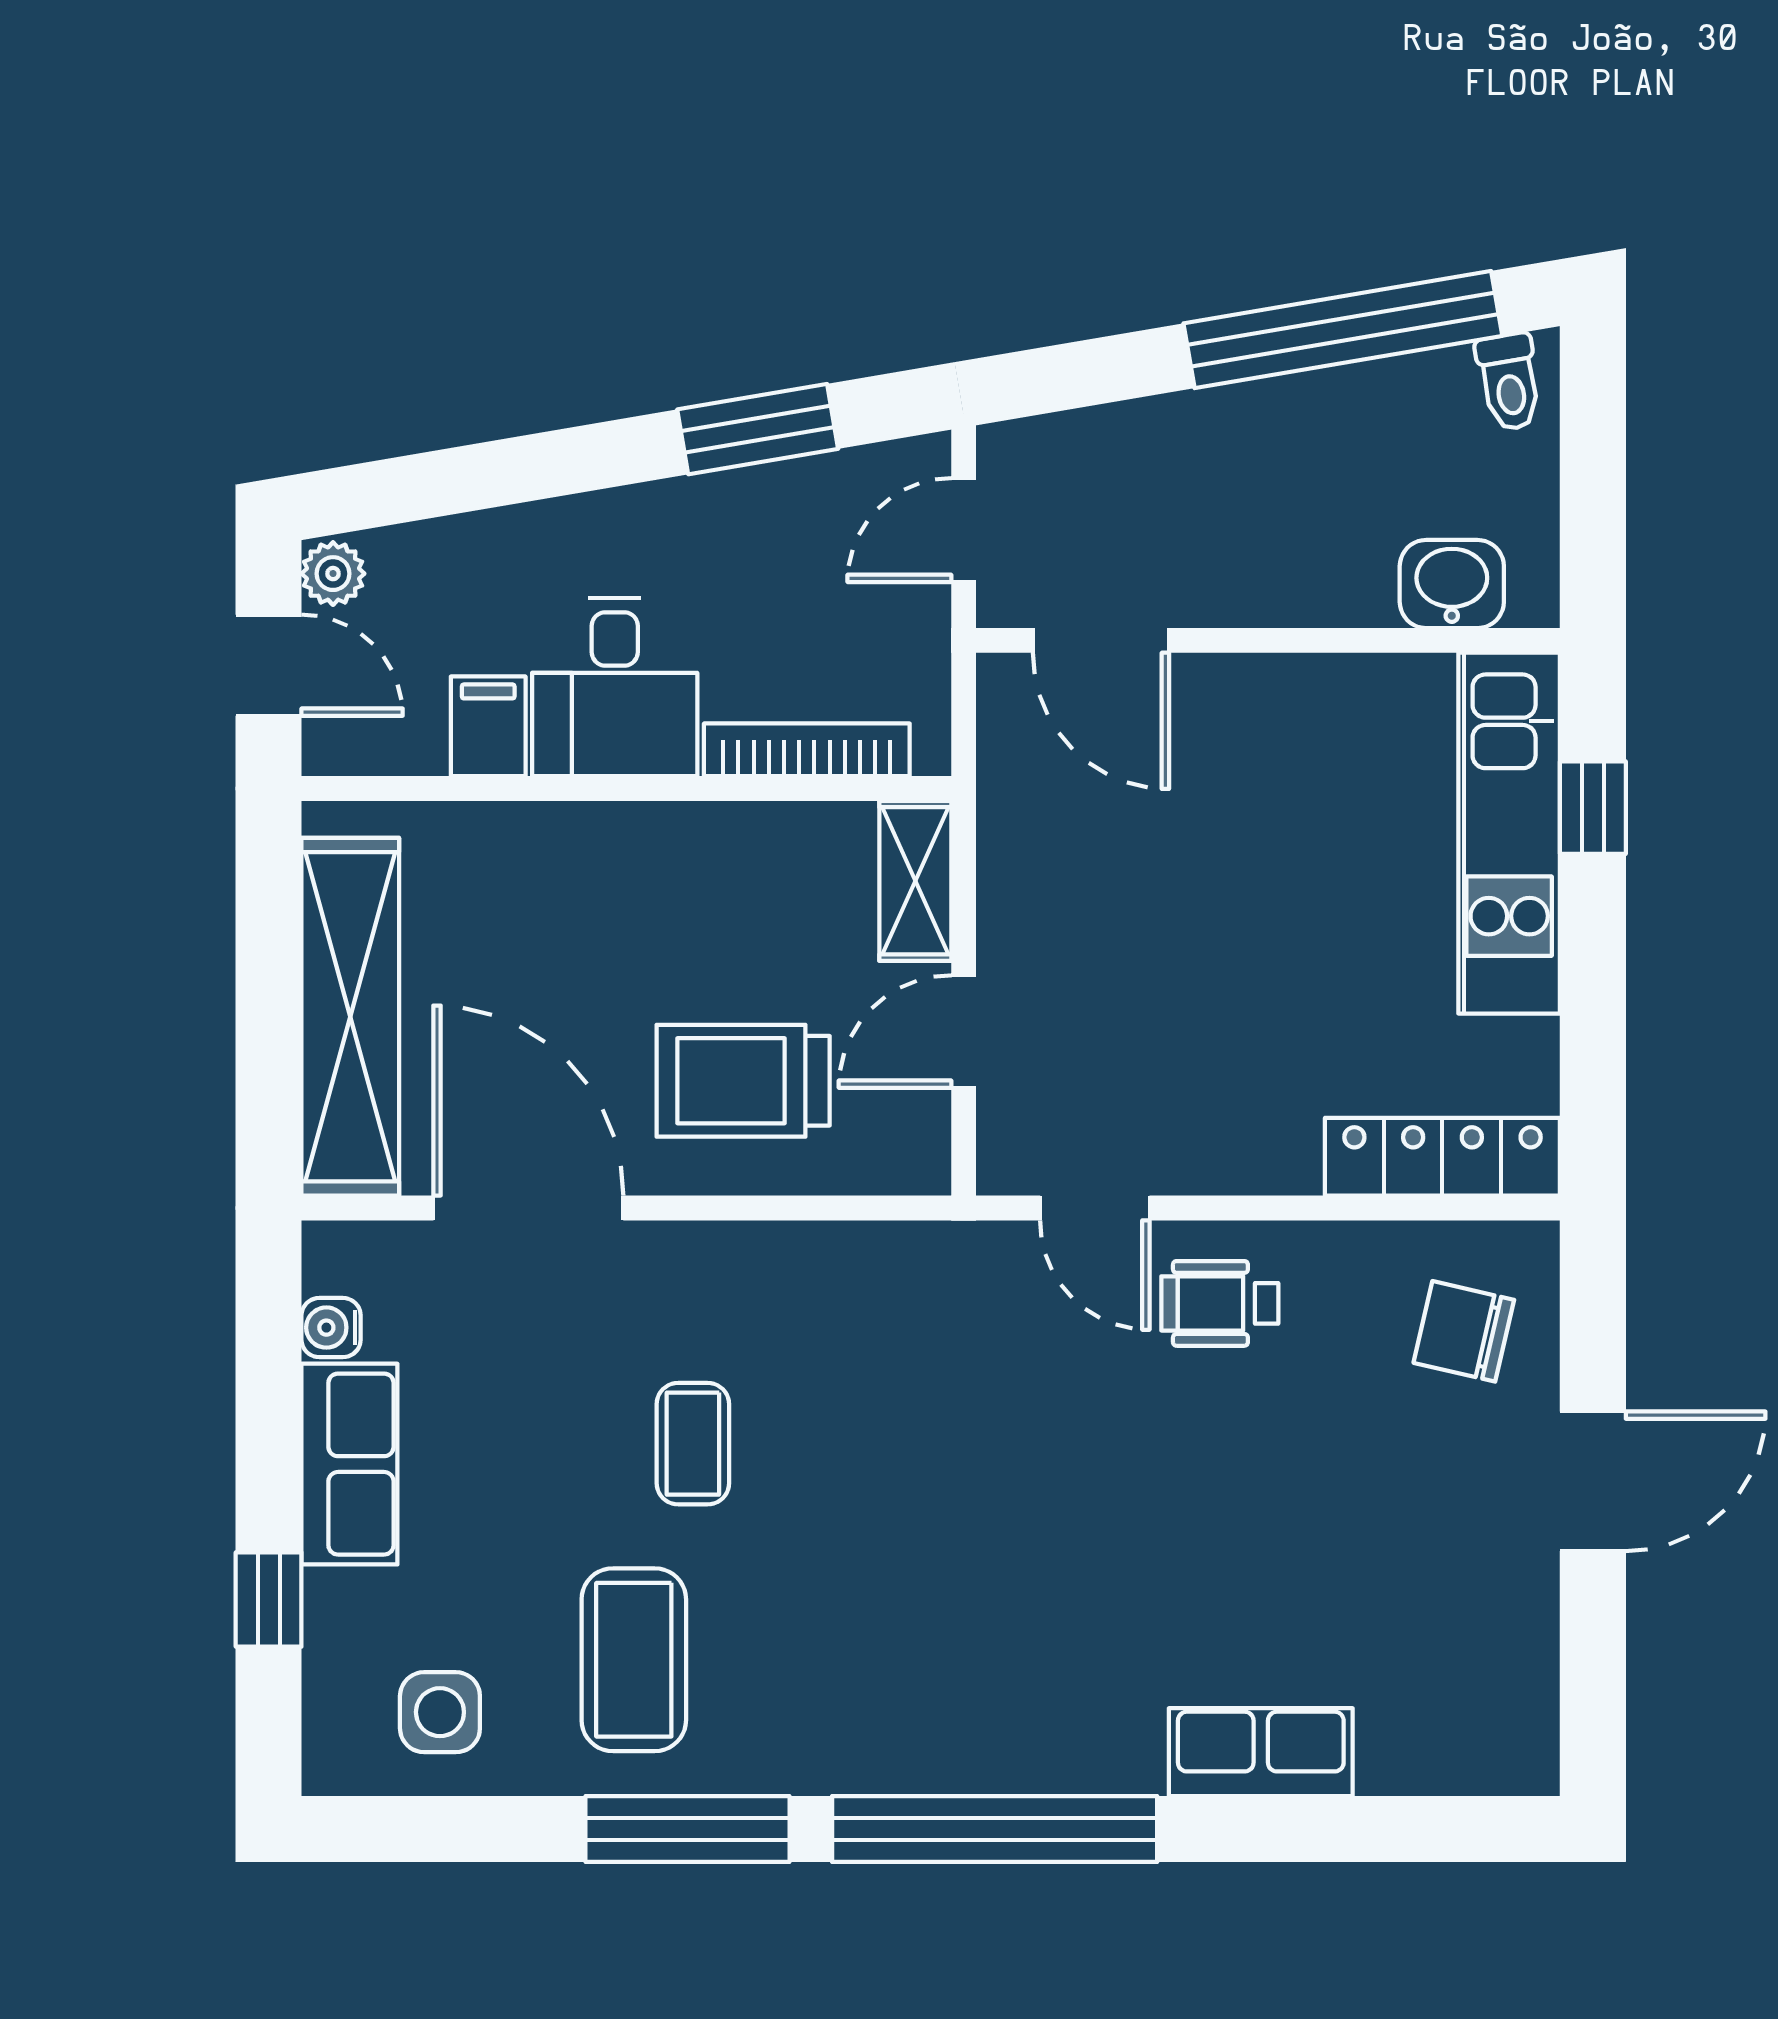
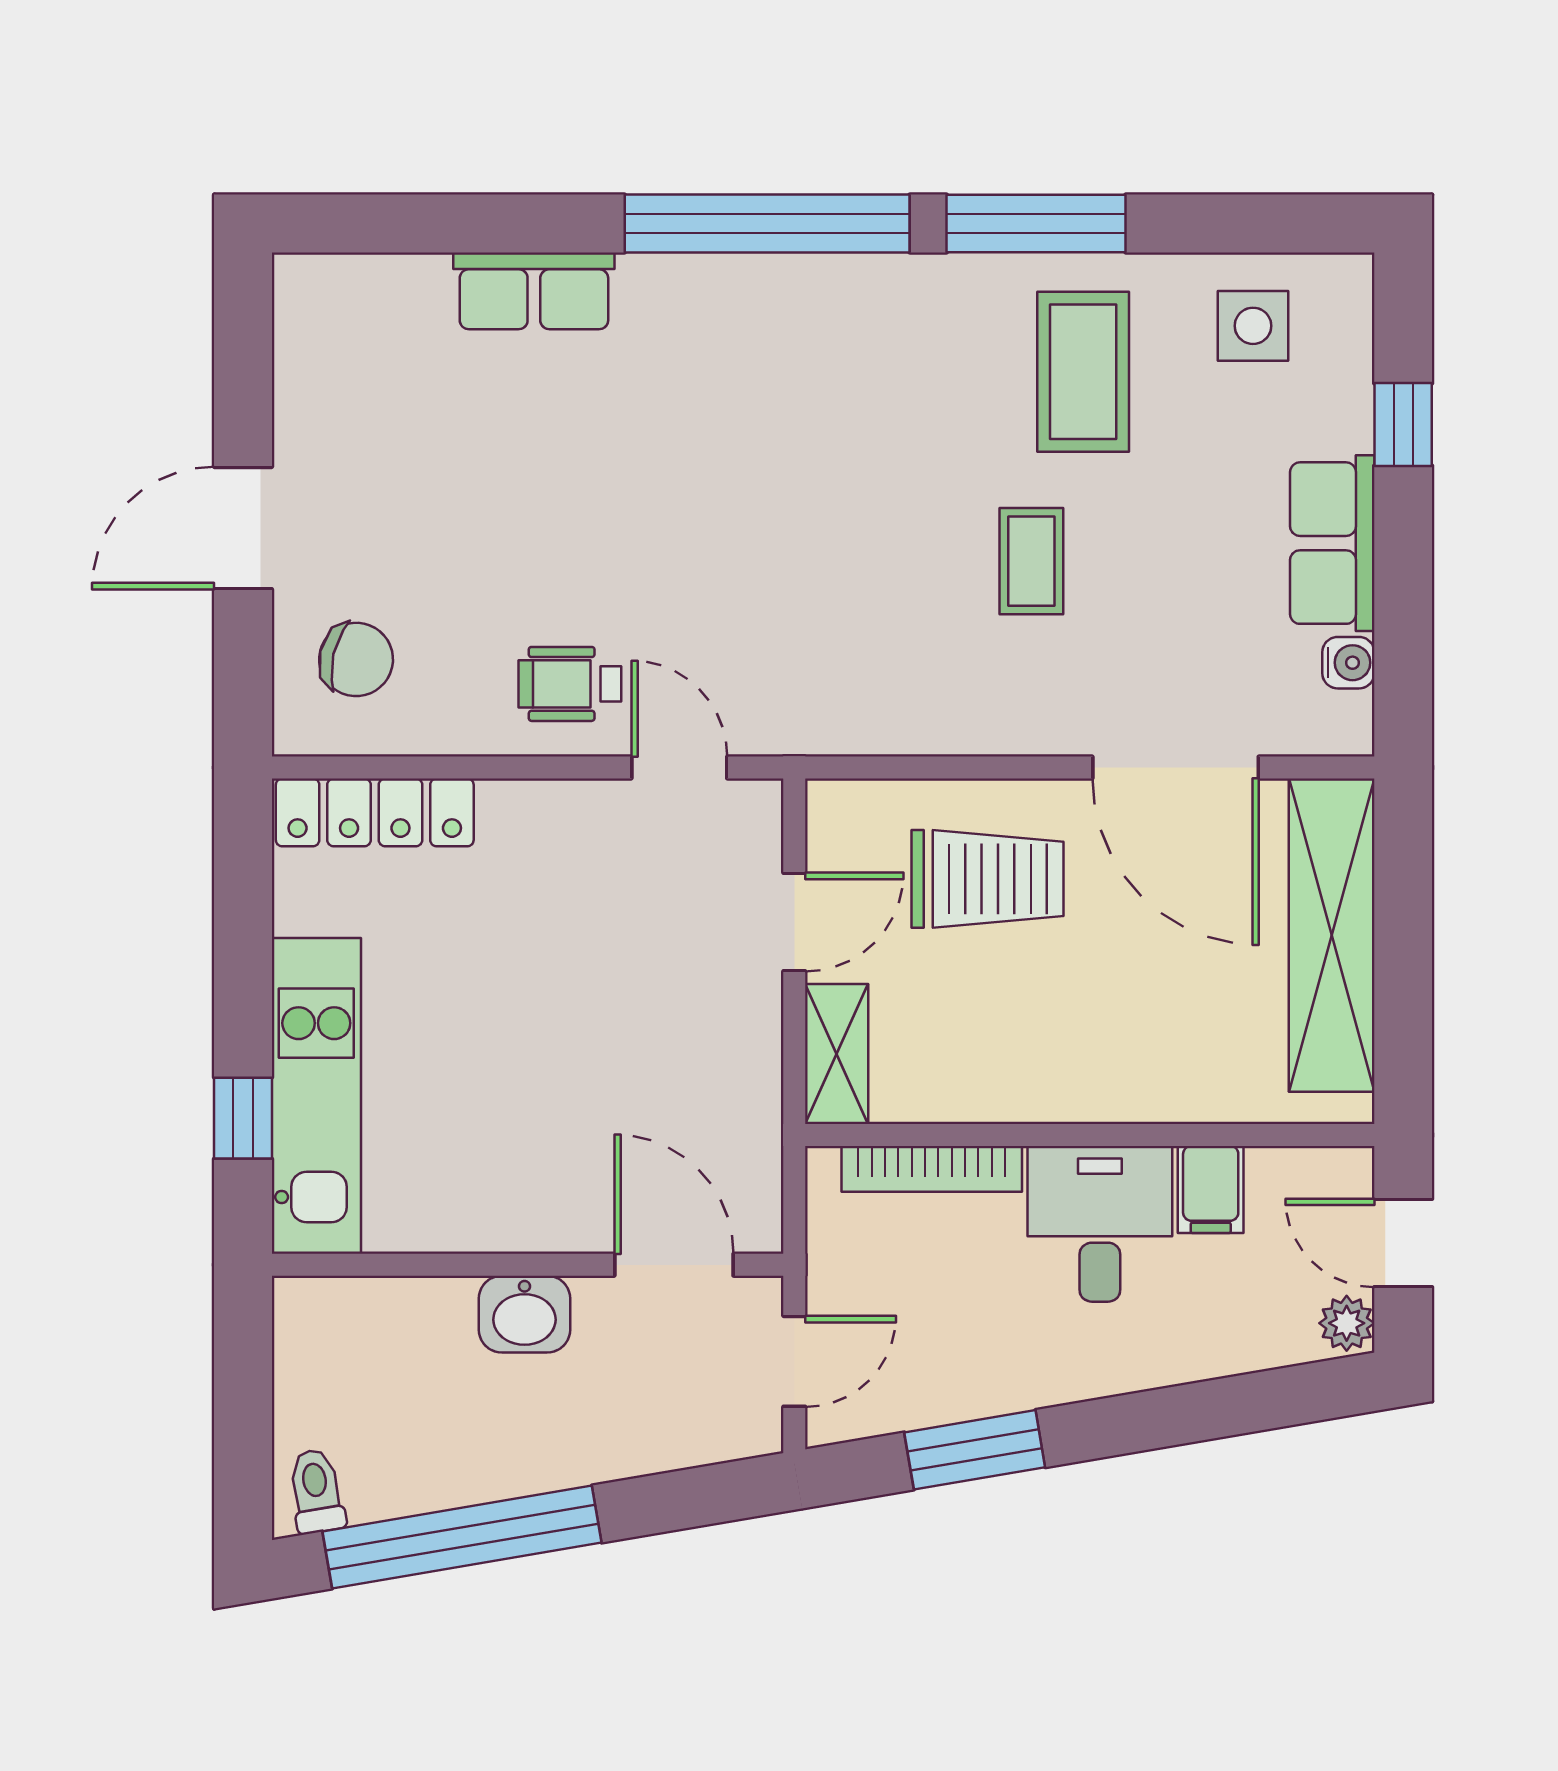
washbasin: (1452, 584) -> (524, 1314), moved
wheelchair: (1220, 1303) -> (570, 684), turned 180

